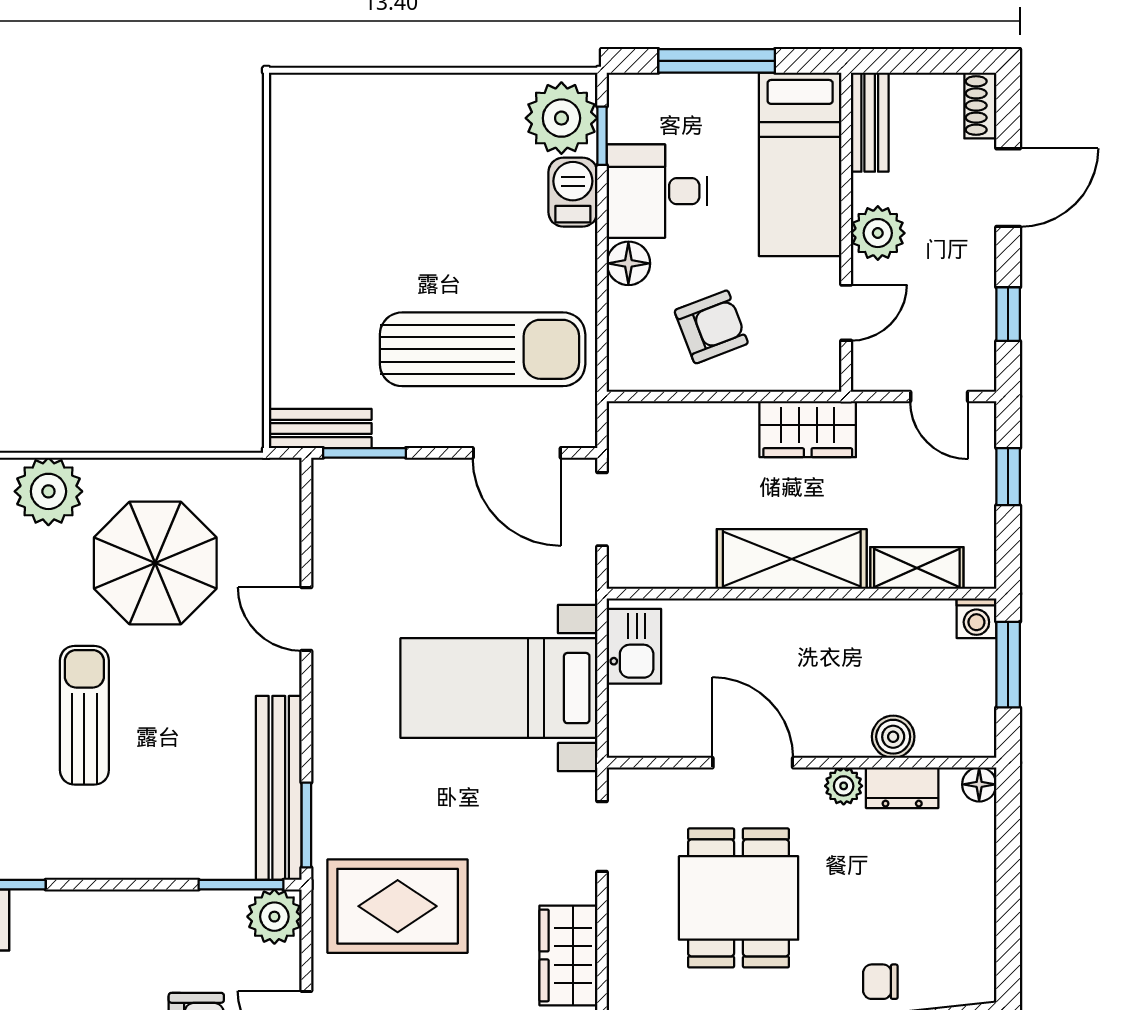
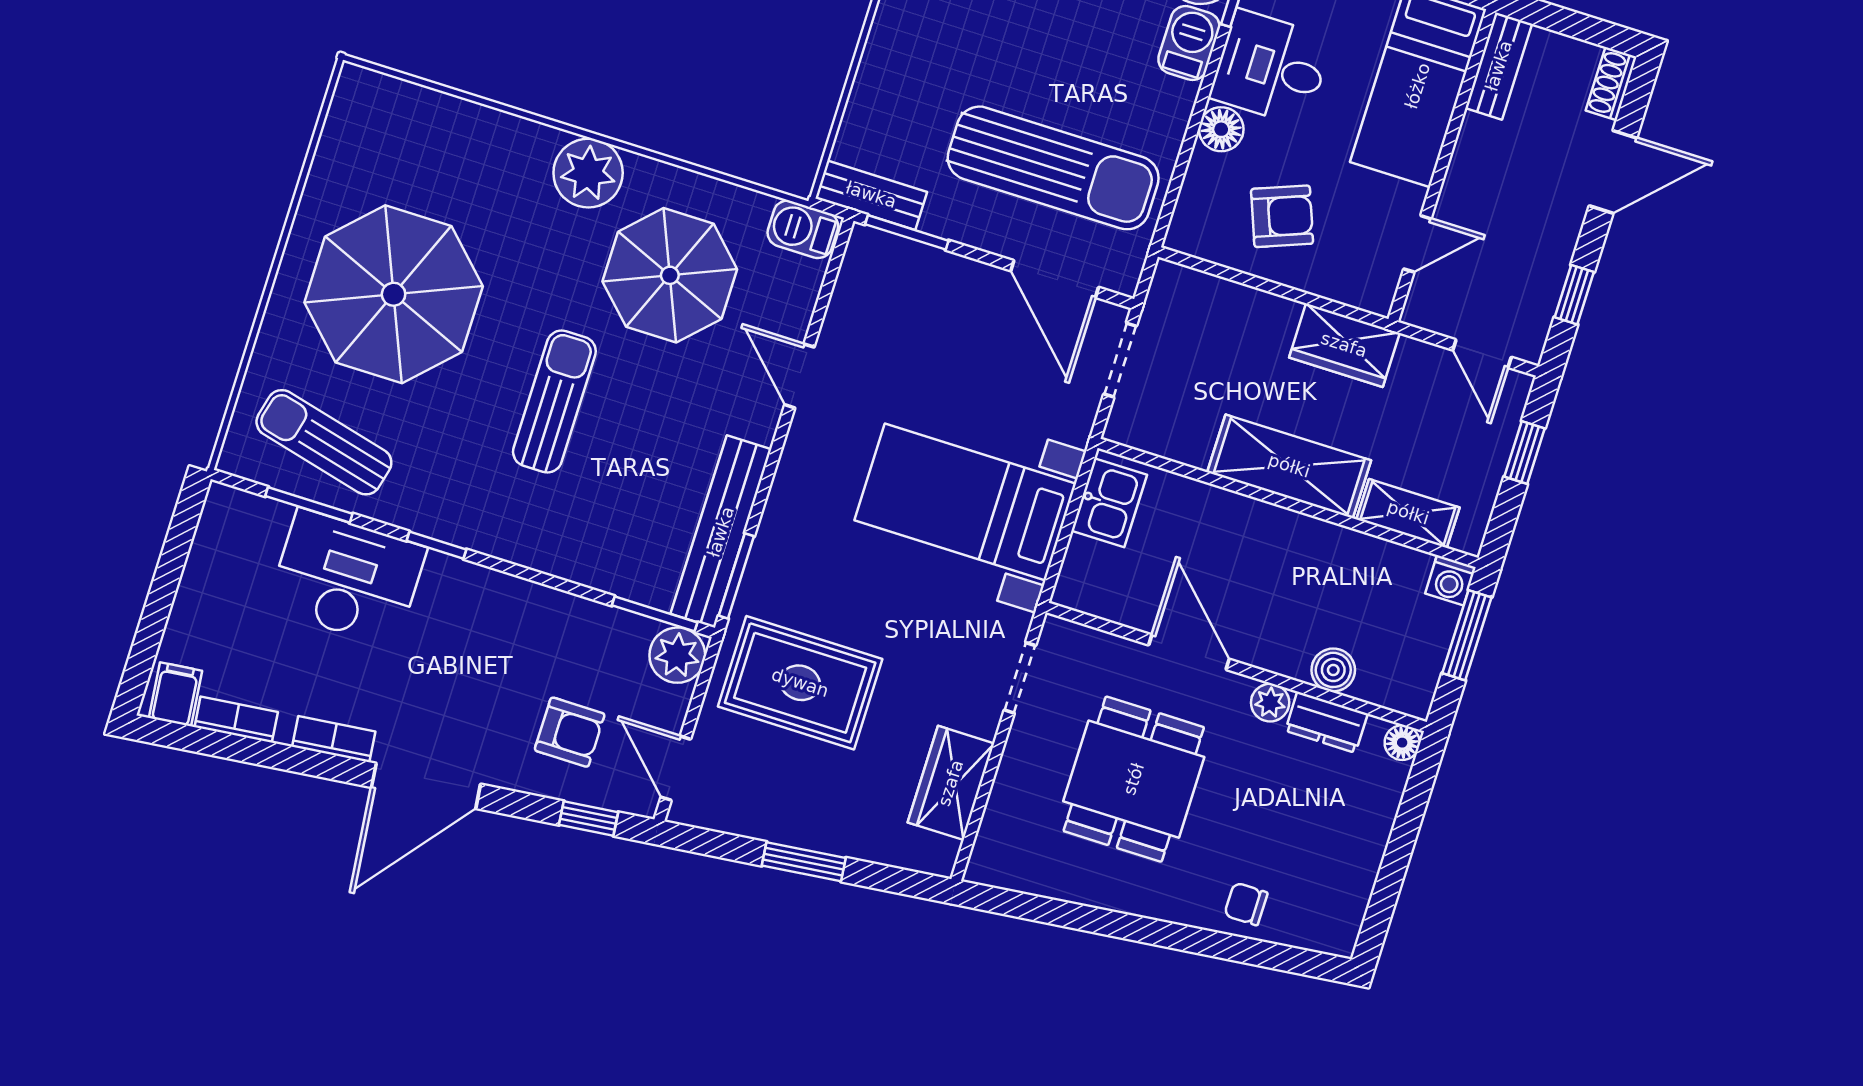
plant: (878, 233) -> (1473, 176), removed
barbecue: (266, 481) -> (803, 229), added

